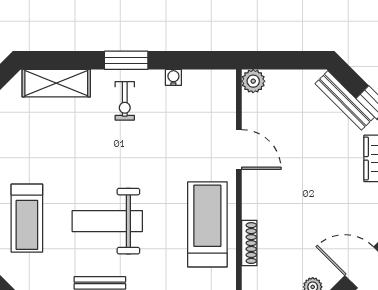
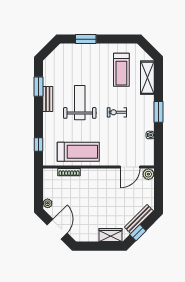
exercise bike: (125, 101) -> (117, 112), moved
door: (239, 149) -> (130, 167), moved
treadmill: (27, 218) -> (121, 70), moved, turned -90

